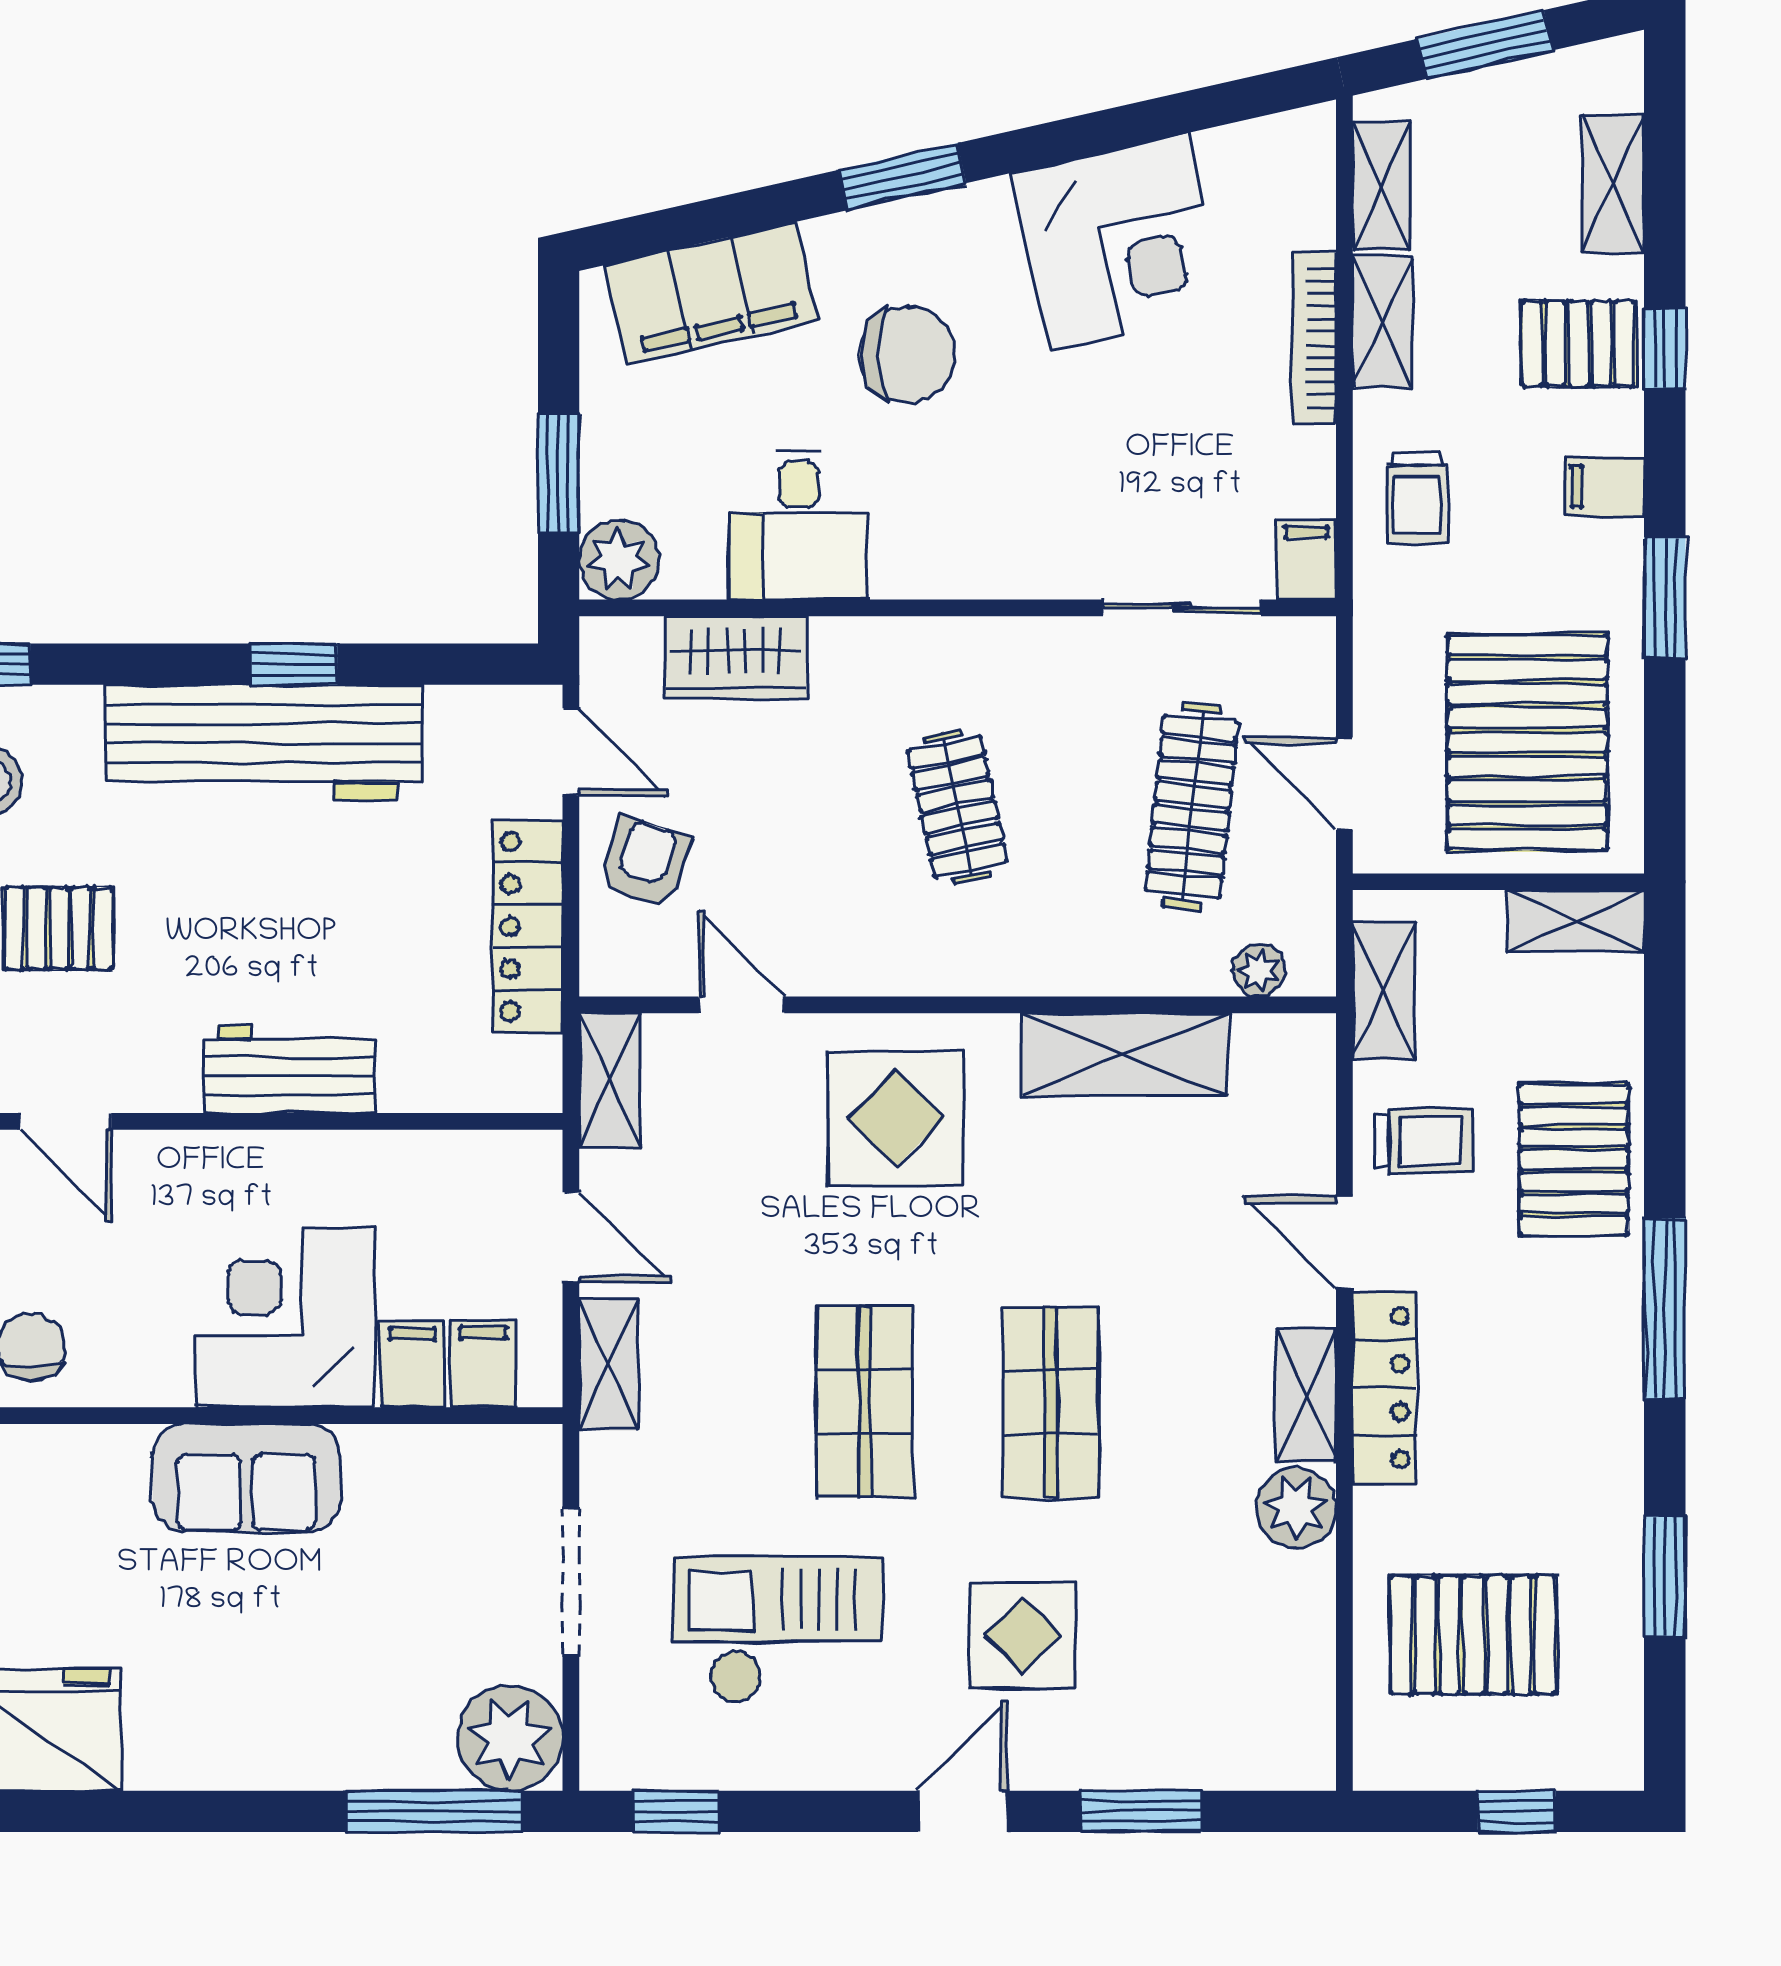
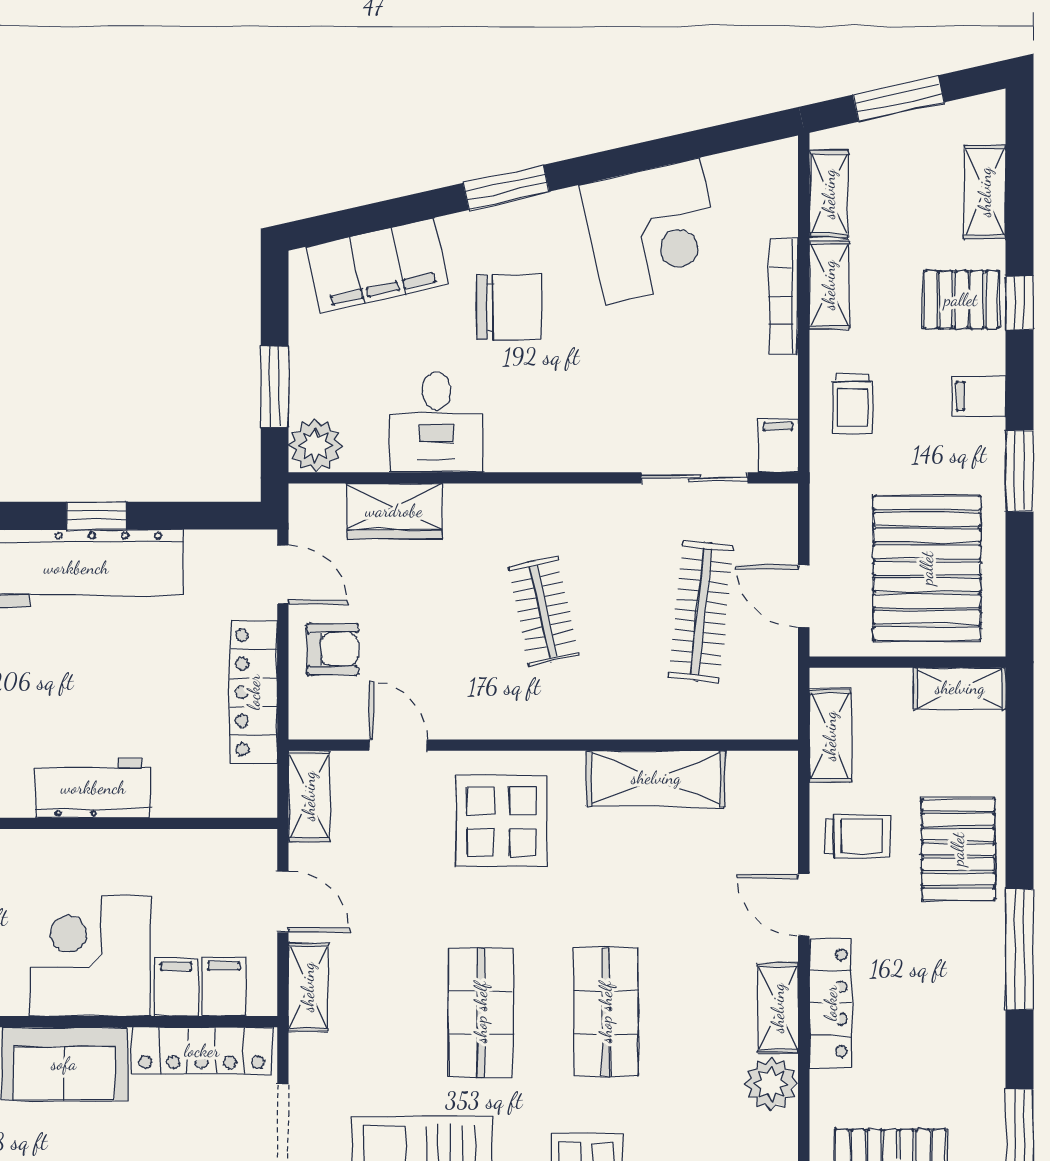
armchair: (644, 863) -> (332, 649), turned 72
plant: (1259, 970) -> (746, 722), removed
locker: (450, 1459) -> (202, 1051), added

